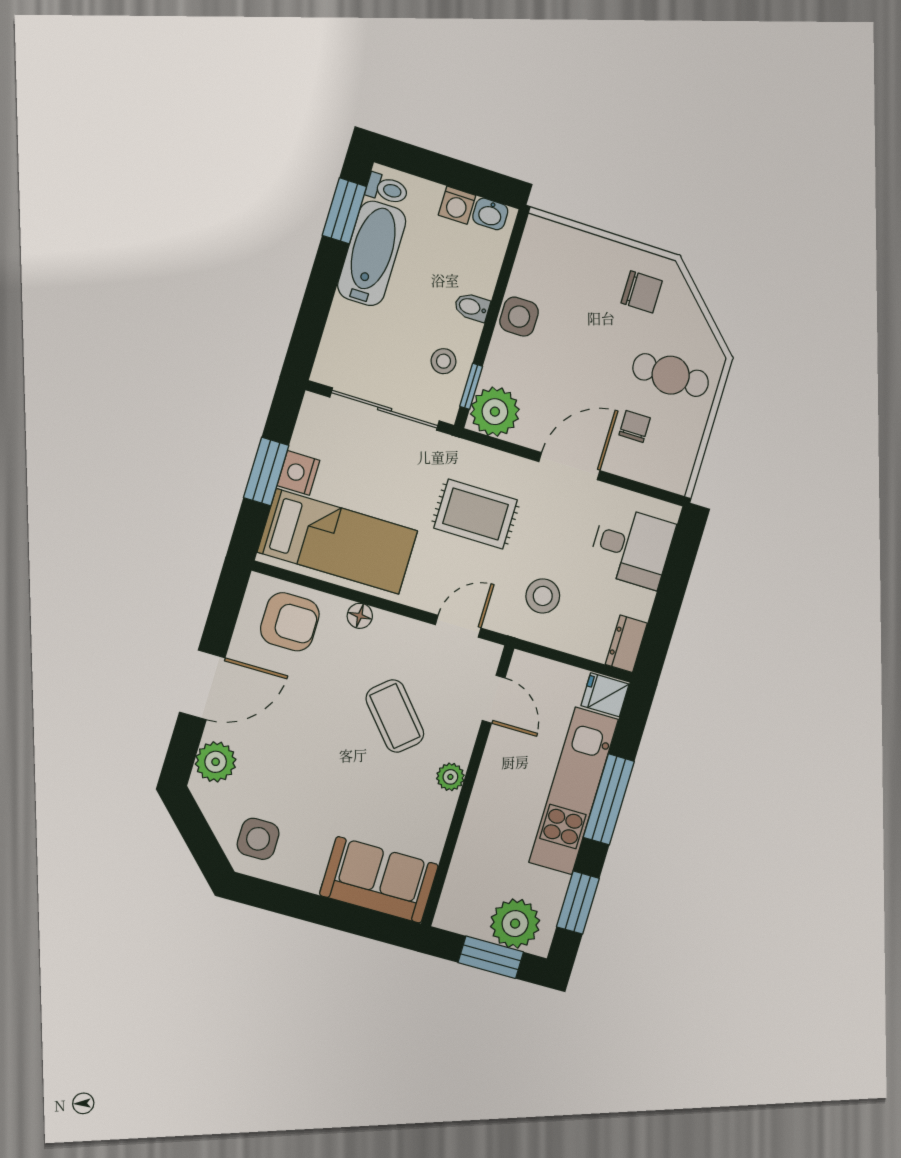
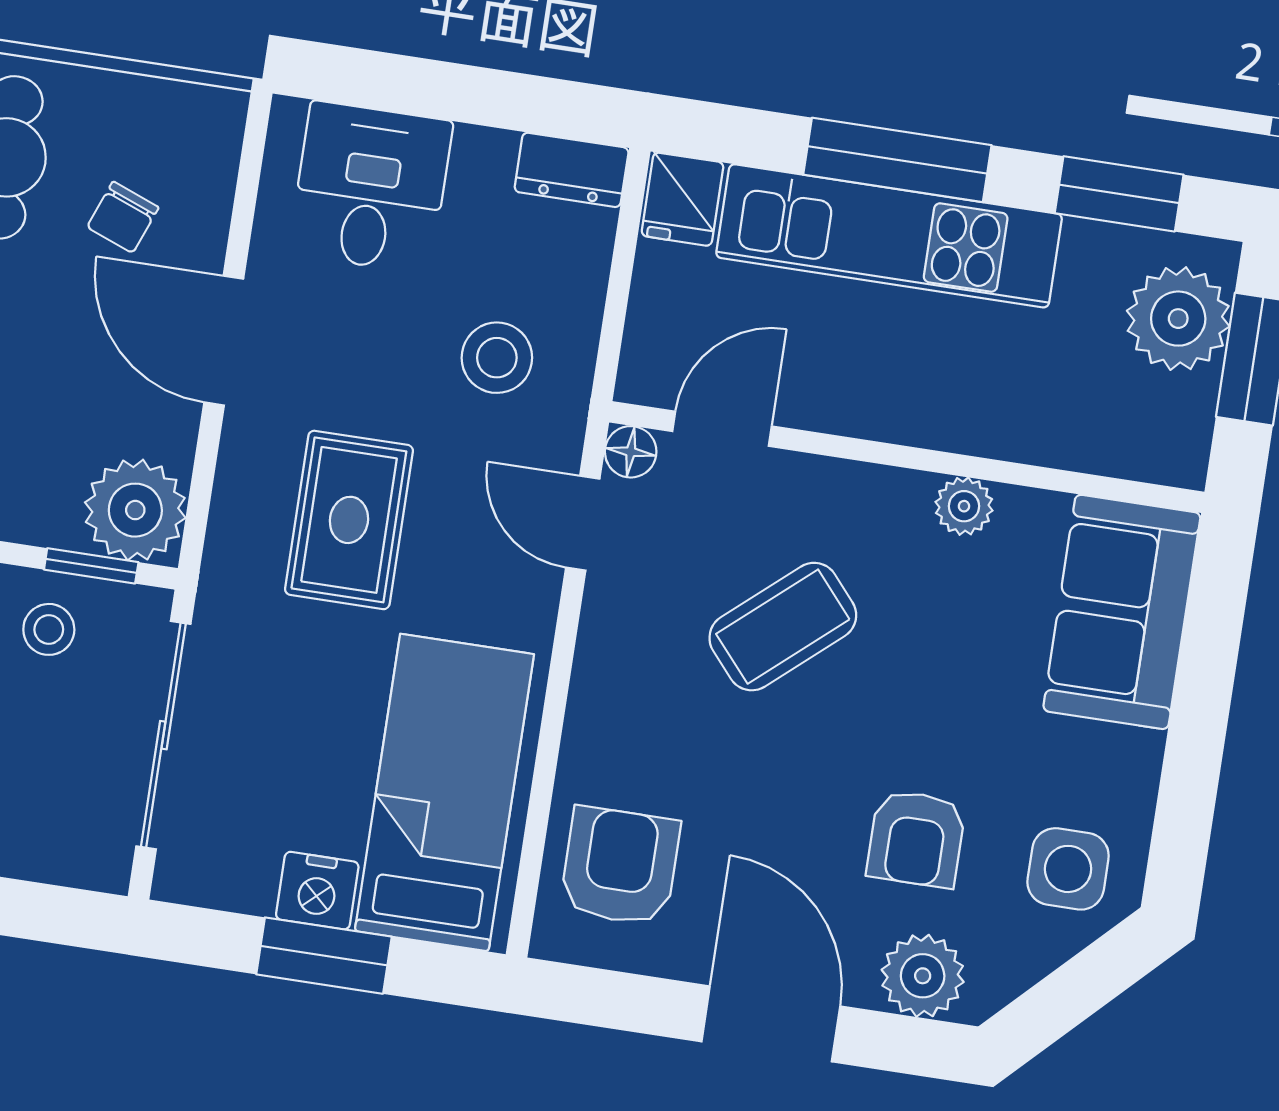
chair: (635, 426) -> (123, 217), turned -69
floor lamp: (360, 616) -> (631, 452), moved
armchair: (283, 767) -> (916, 839), added
plant: (450, 777) -> (964, 506), moved

